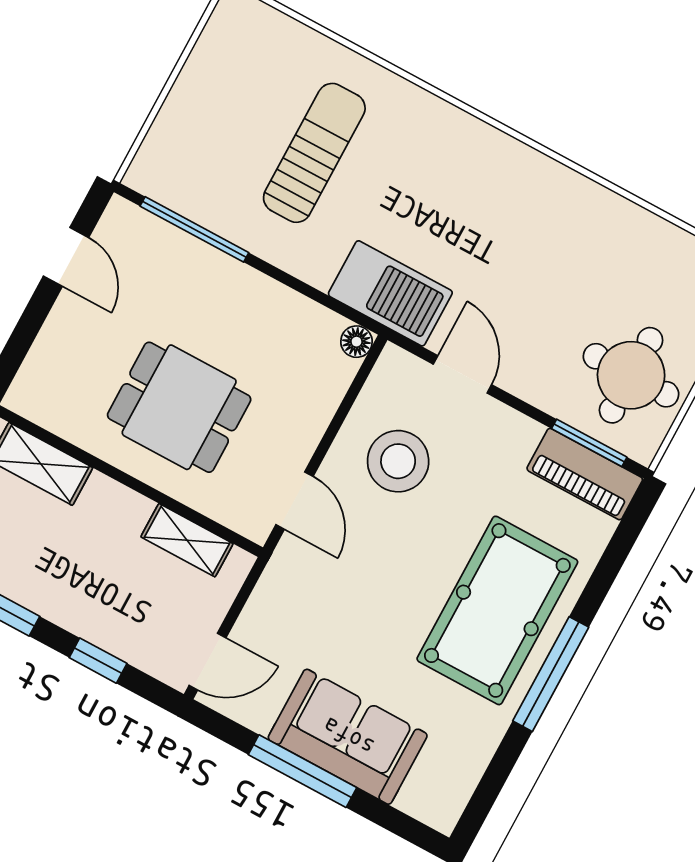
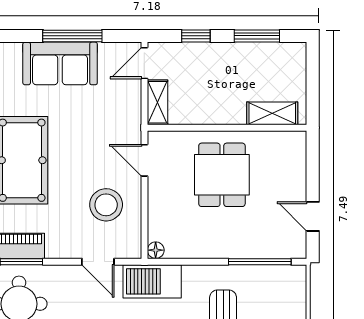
dining table: (179, 407) -> (222, 175), turned 90
shelving: (187, 540) -> (157, 102), moved, turned 90

